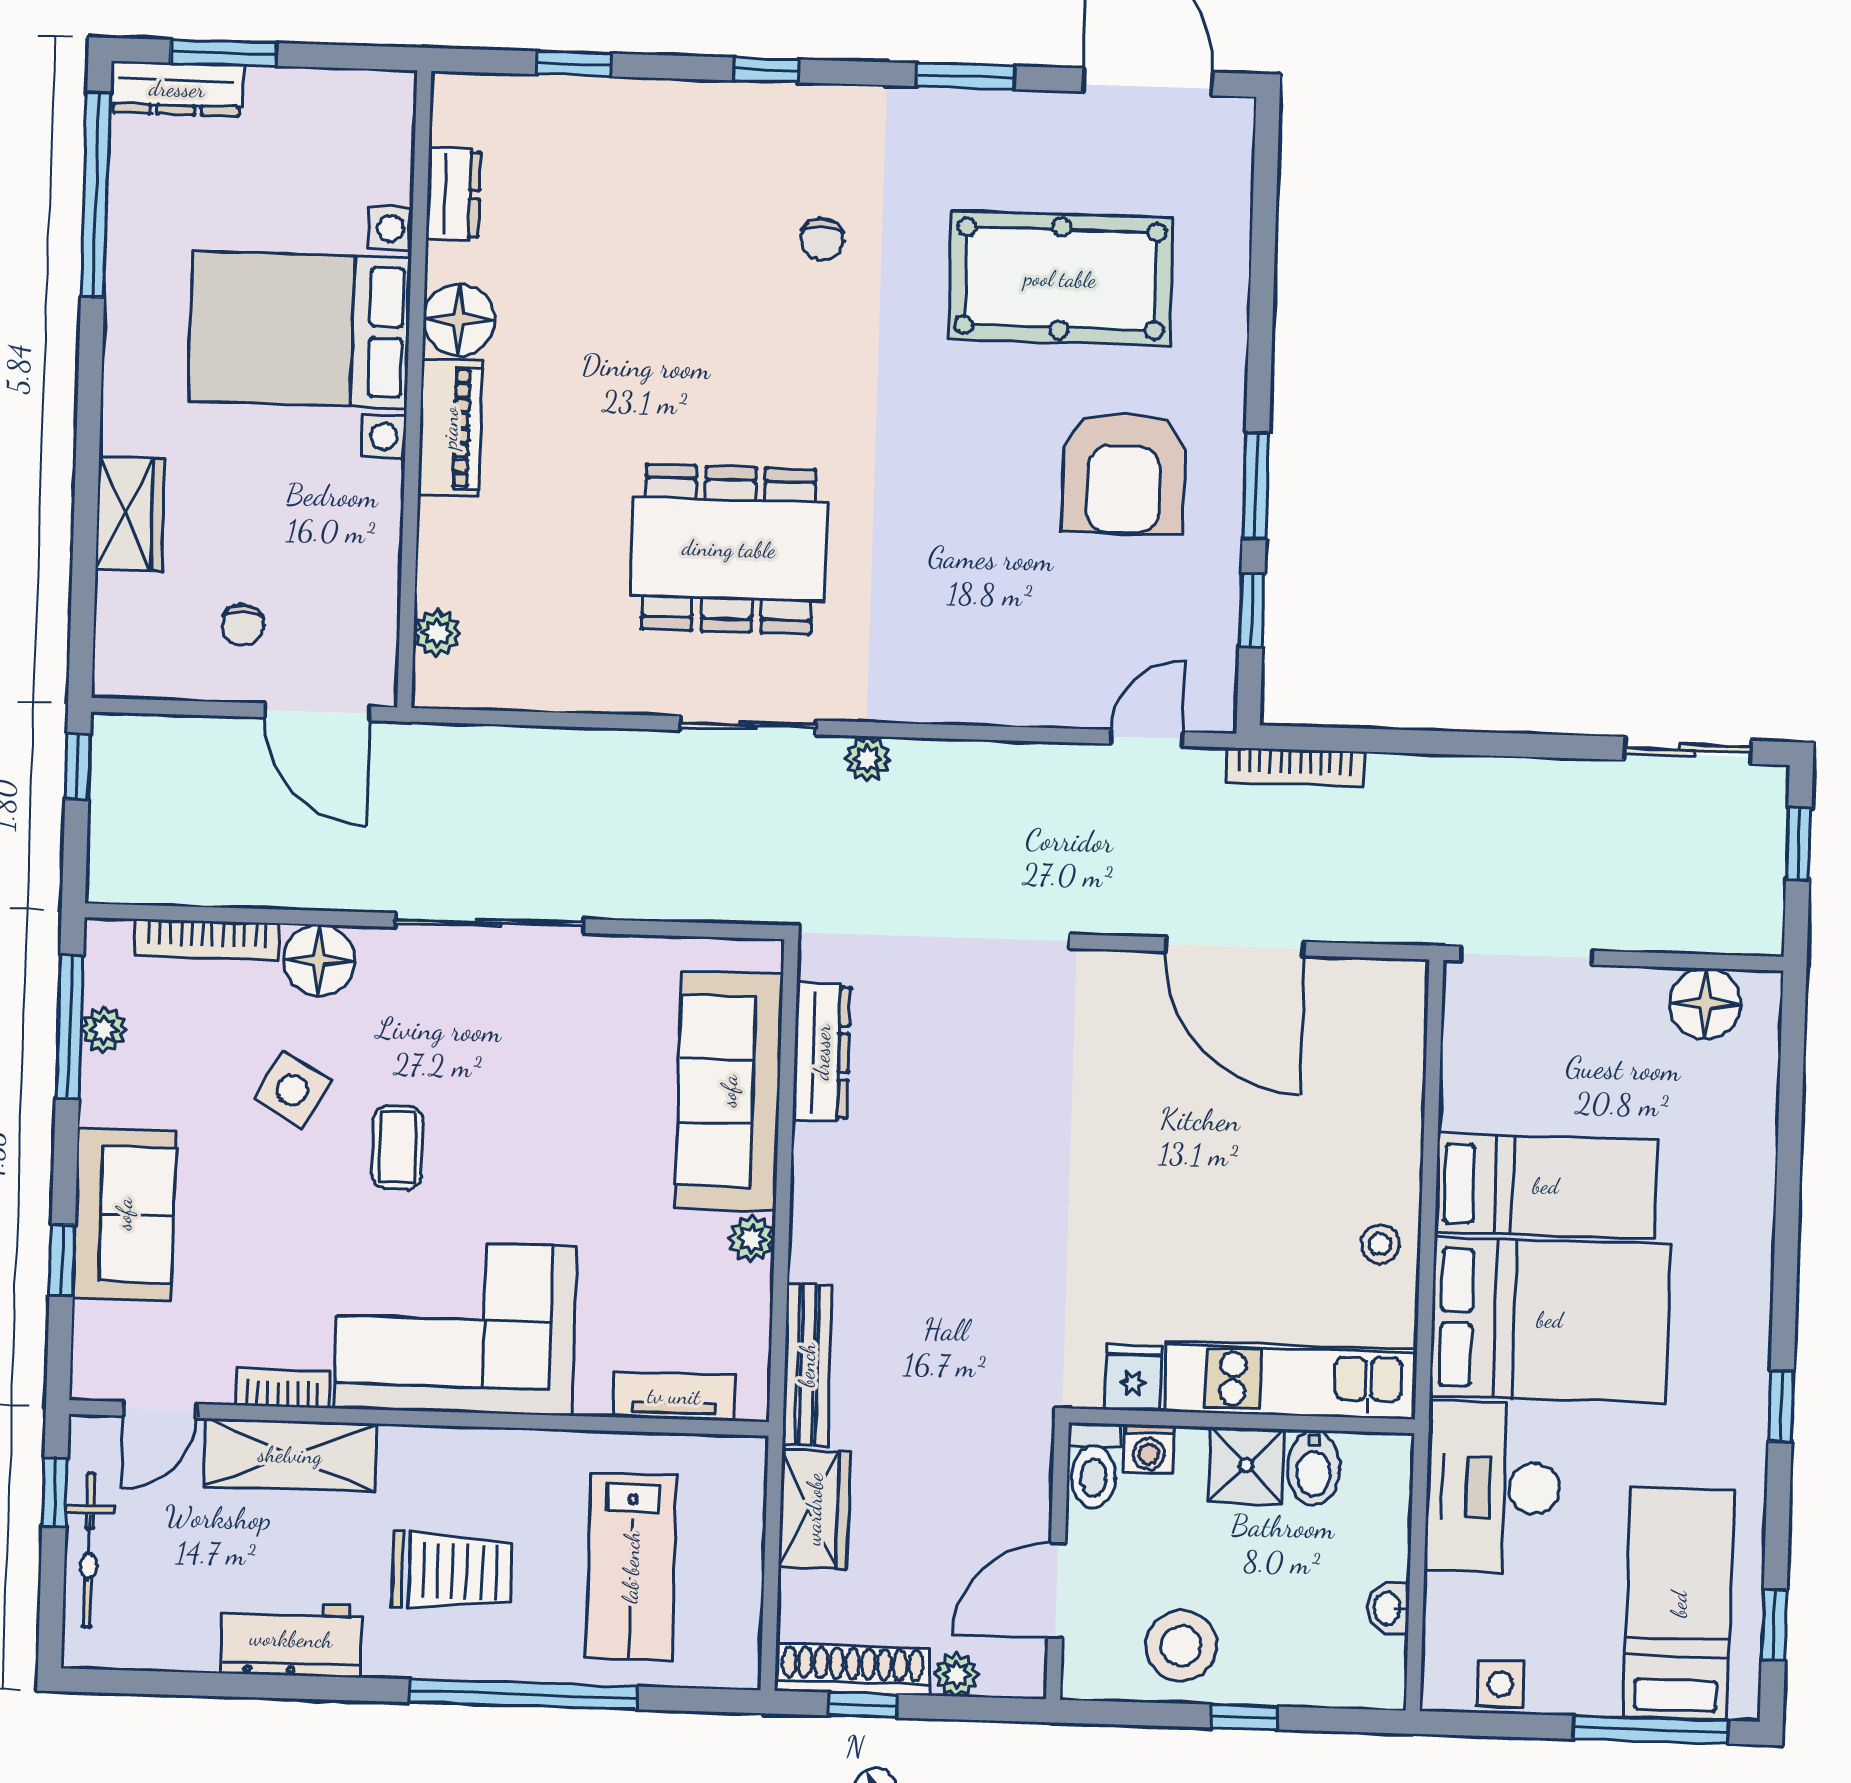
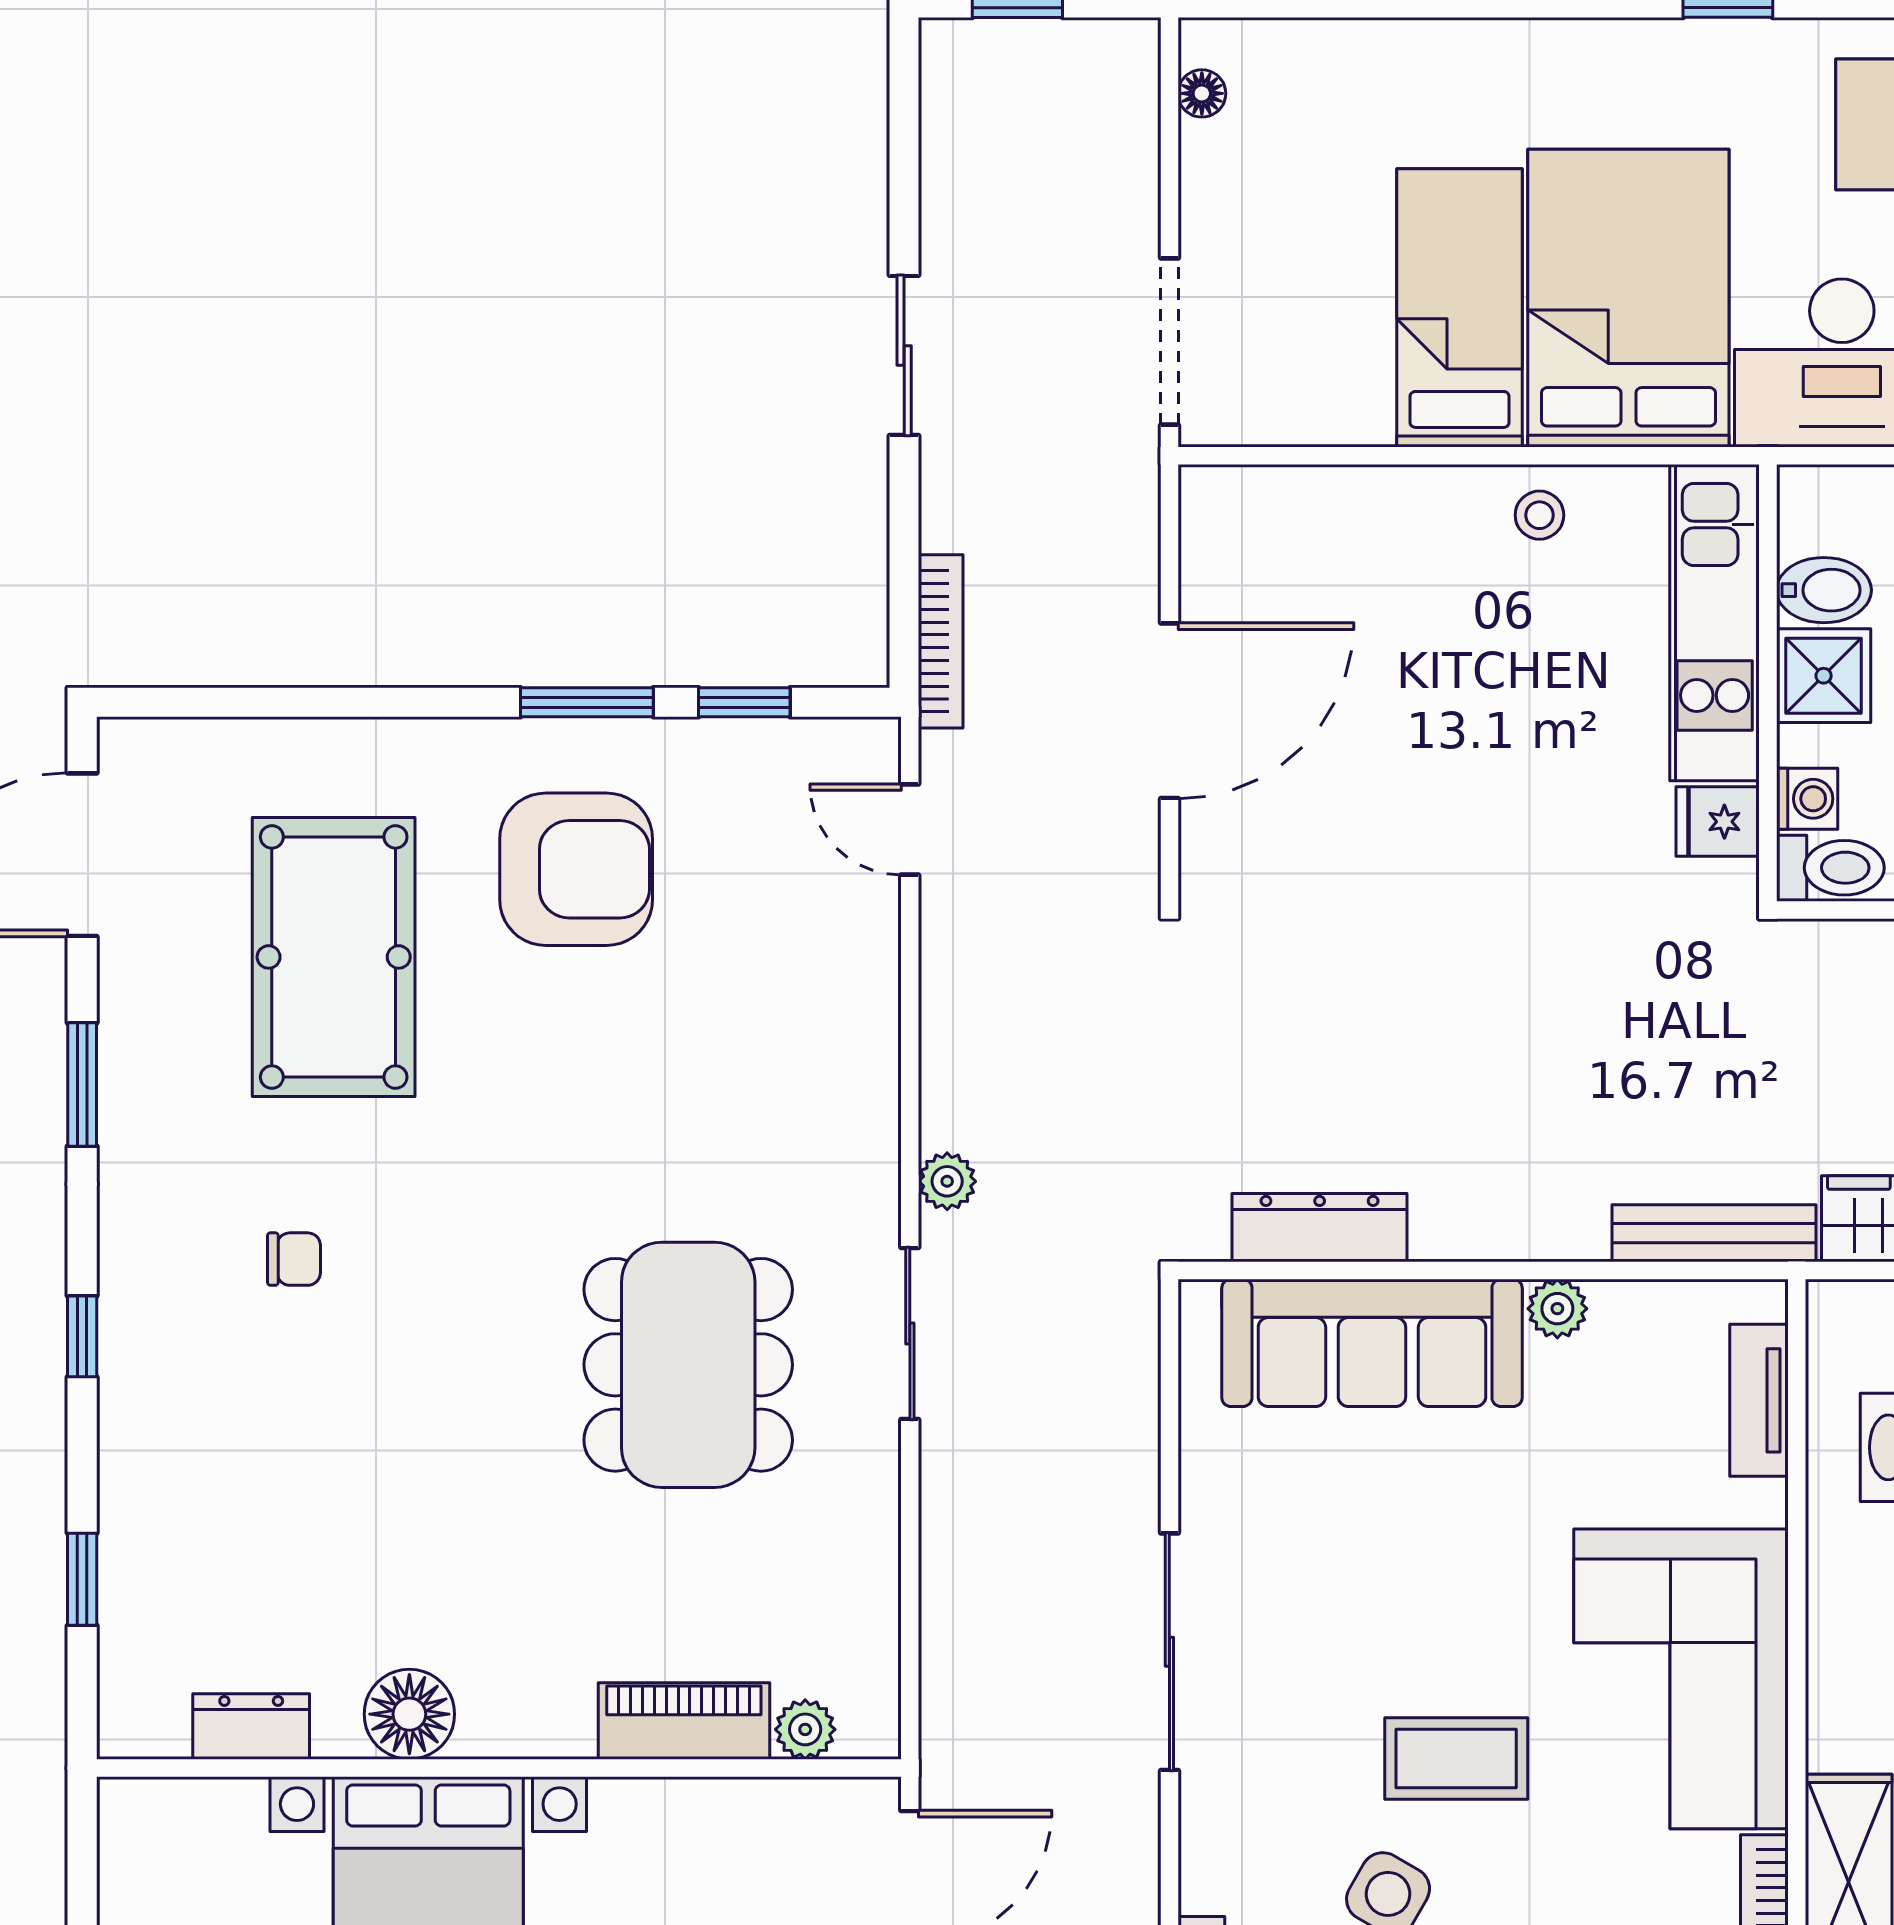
piano: (450, 428) -> (684, 1721), moved
sliding door: (1688, 750) -> (904, 355), moved
floor lamp: (319, 960) -> (1223, 1865), removed
floor lamp: (1705, 1004) -> (1202, 93), width x0.53, depth x0.53
coffee table: (398, 1147) -> (1456, 1759), width x1.36, depth x1.30

